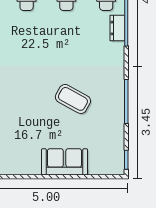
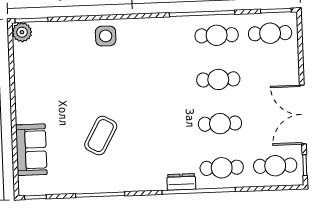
sofa: (65, 162) -> (31, 150), moved

